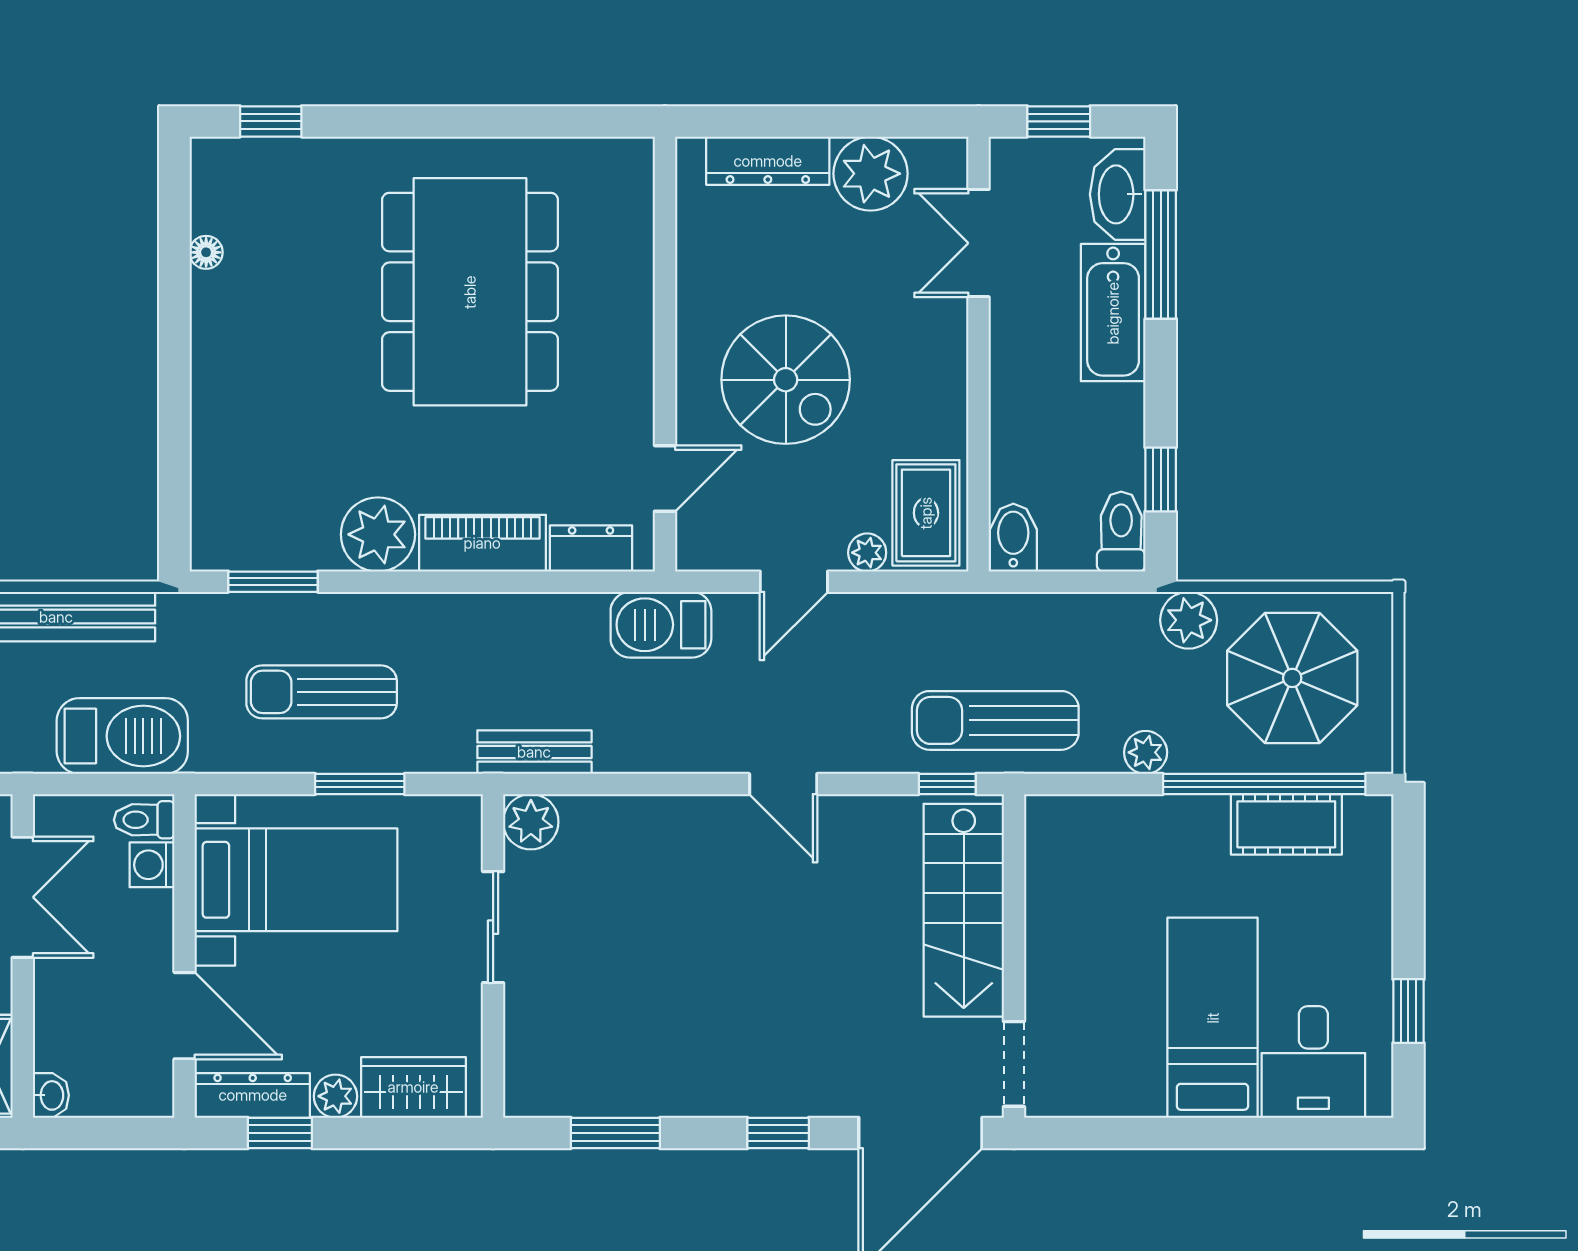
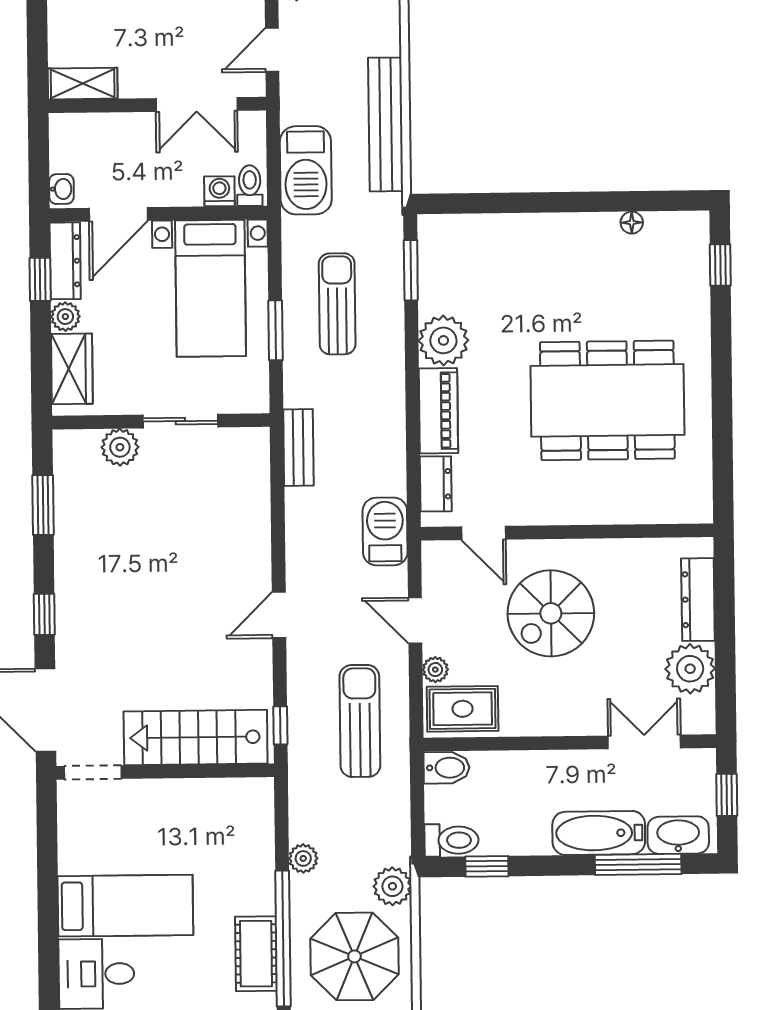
sun lounger: (995, 720) -> (360, 721), moved
plant: (531, 822) -> (120, 447), moved
washbasin: (51, 1095) -> (61, 189), moved, turned -90

